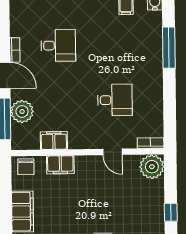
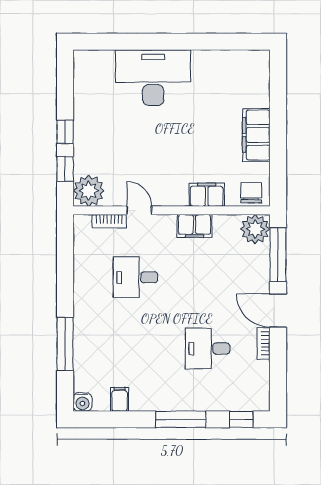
plant: (22, 111) -> (255, 229), moved
filing cabinet: (54, 141) -> (194, 226), moved
bookcase: (151, 143) -> (109, 221), moved
window: (170, 183) -> (65, 169), added

